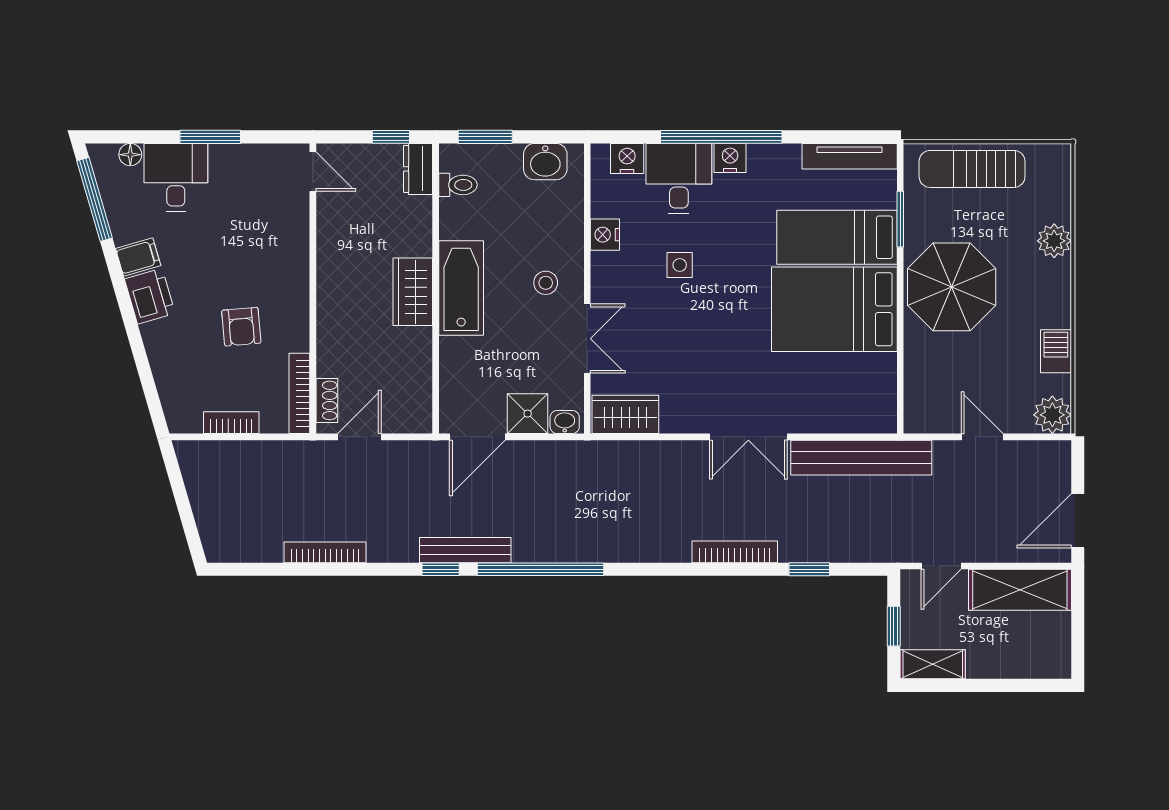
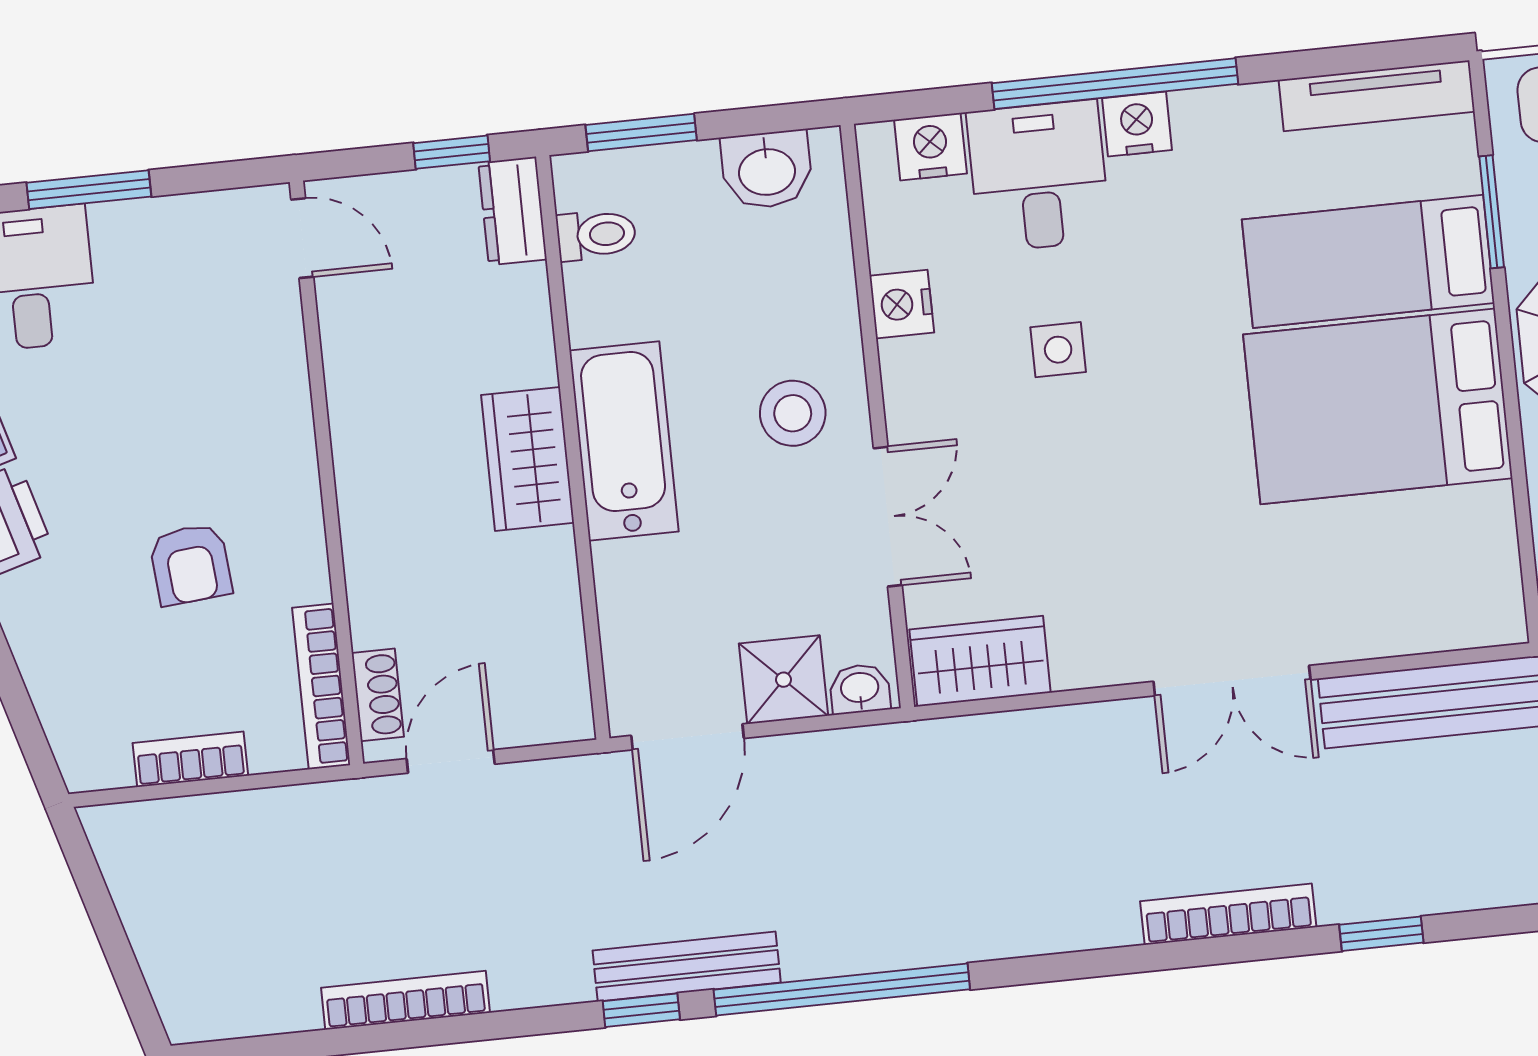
stool: (546, 283) -> (793, 413), width x1.37, depth x1.37

